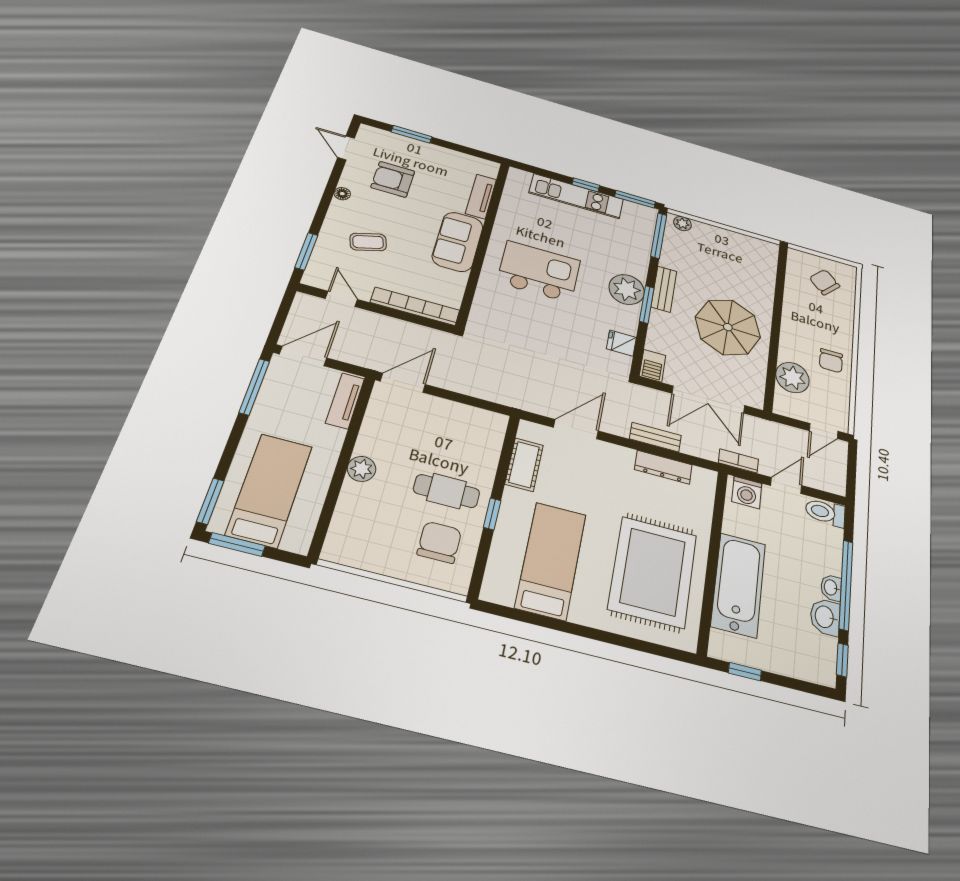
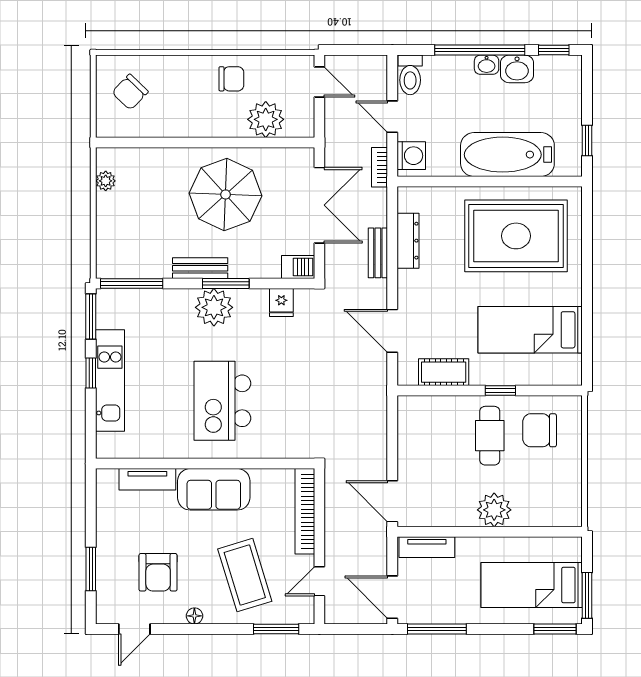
plant: (682, 223) -> (106, 181), moved
coffee table: (368, 242) -> (245, 575), width x1.86, depth x1.72
plant: (362, 469) -> (494, 510), width x1.36, depth x1.36

